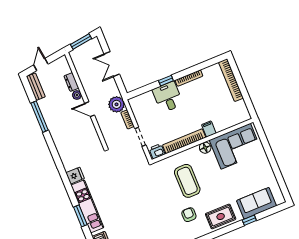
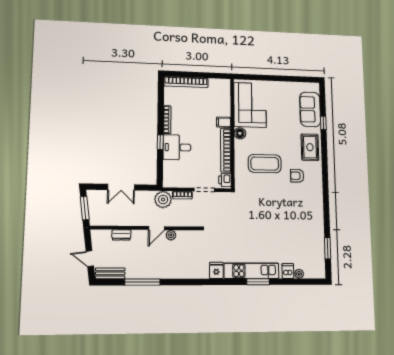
plant: (77, 95) -> (171, 235), moved

